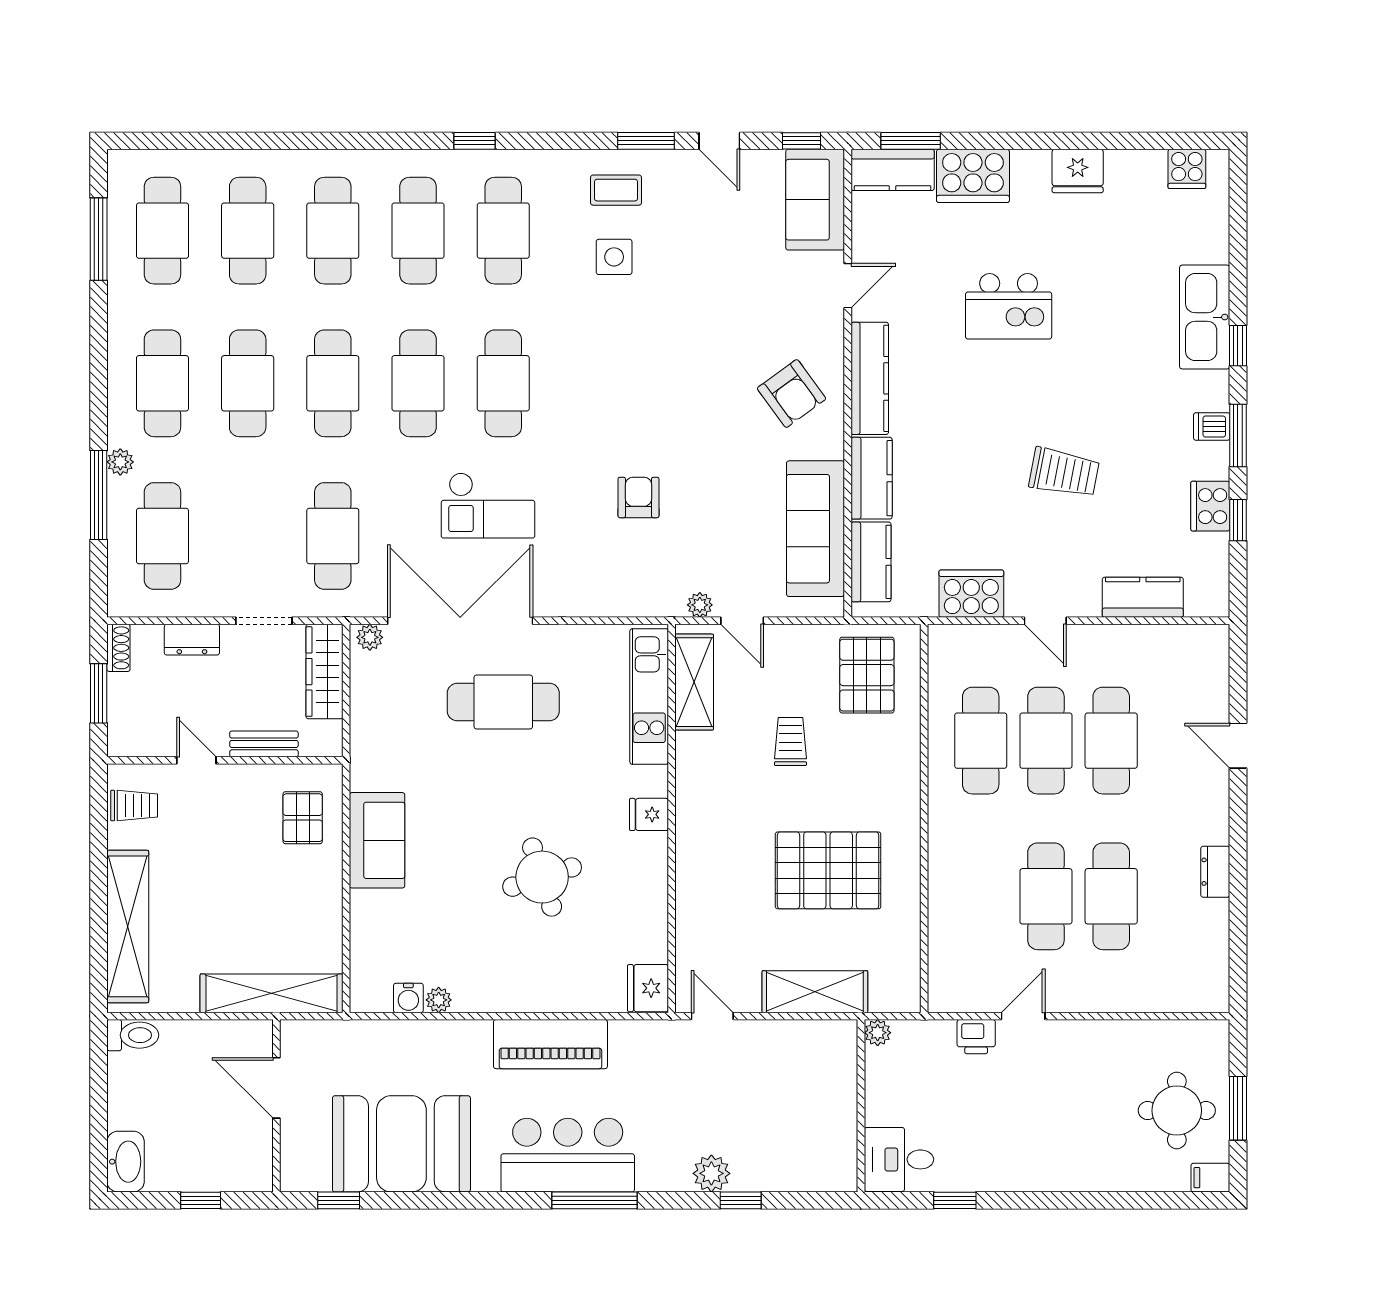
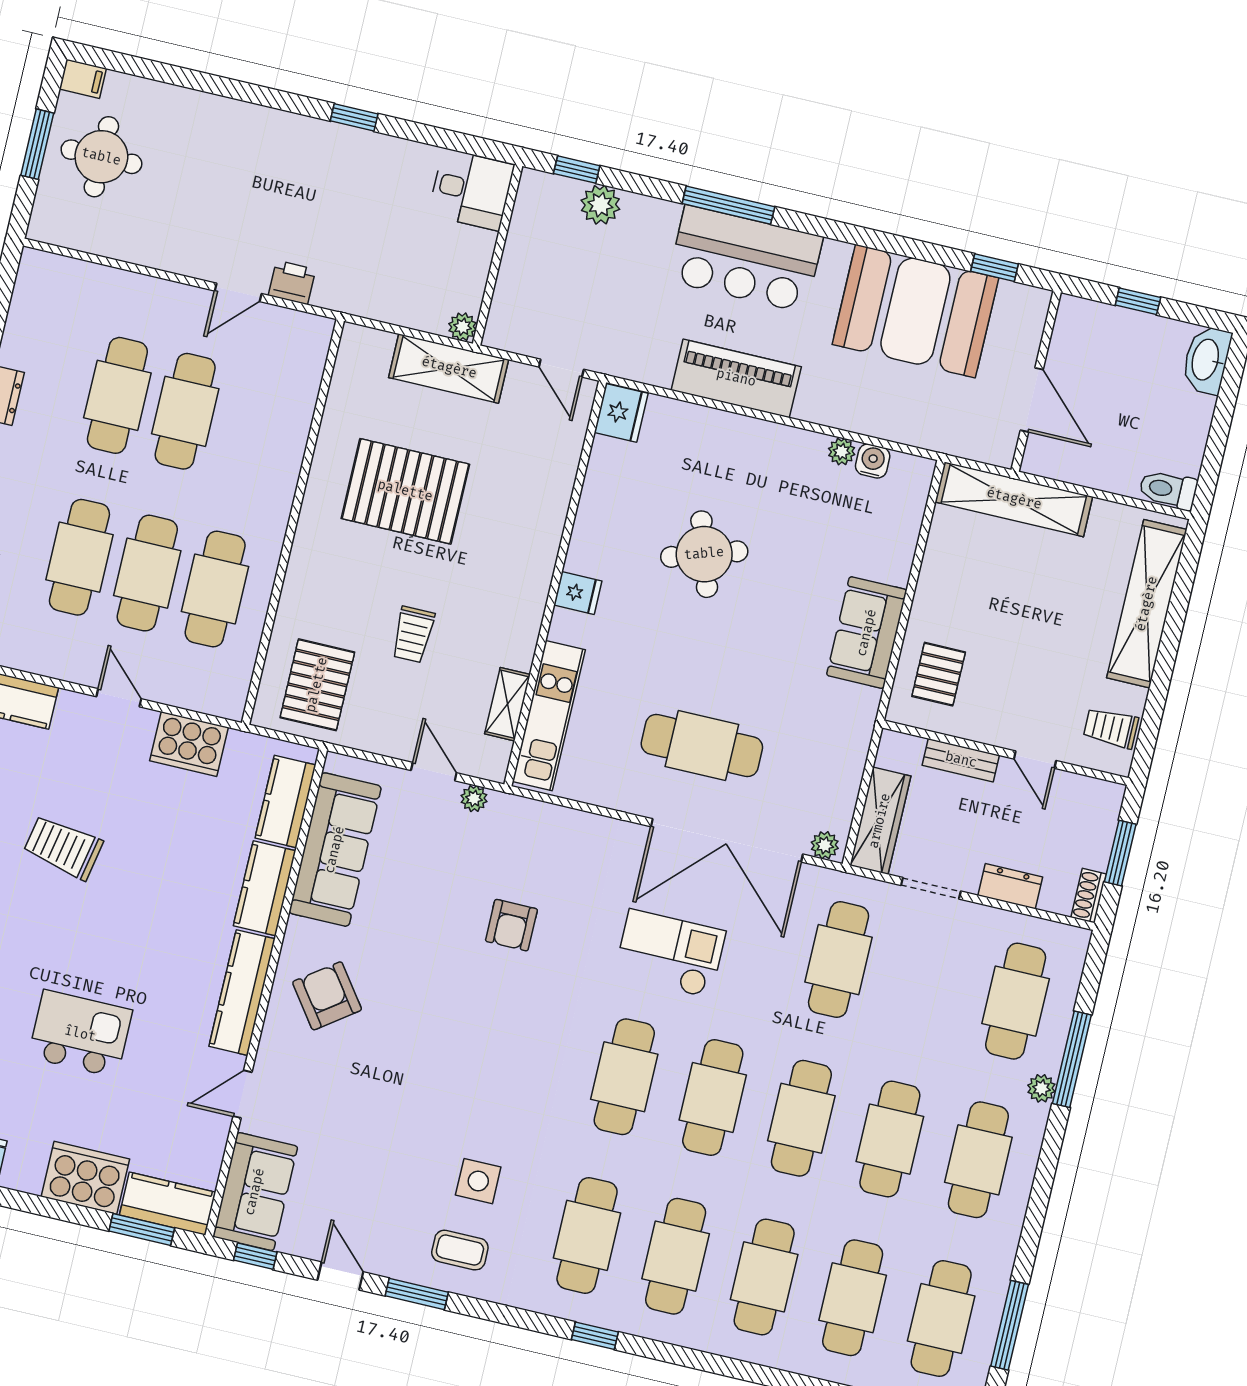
shelving: (694, 682) -> (507, 704), width x0.67, depth x0.75
plant: (878, 1033) -> (462, 327), moved
wall: (861, 1106) -> (498, 255), moved
desk: (899, 1159) -> (471, 190), moved

